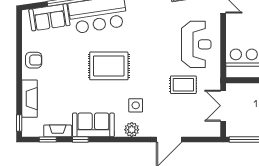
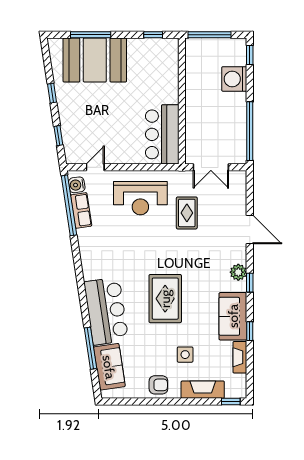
reception desk: (196, 44) -> (140, 198), turned 180
armchair: (34, 60) -> (158, 385), turned 90
side table: (136, 105) -> (185, 355), moved
window: (48, 140) -> (250, 283), moved

